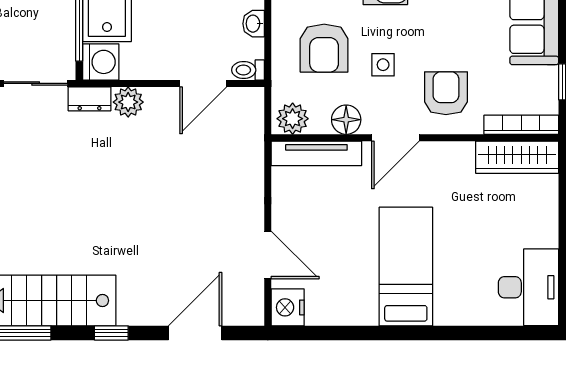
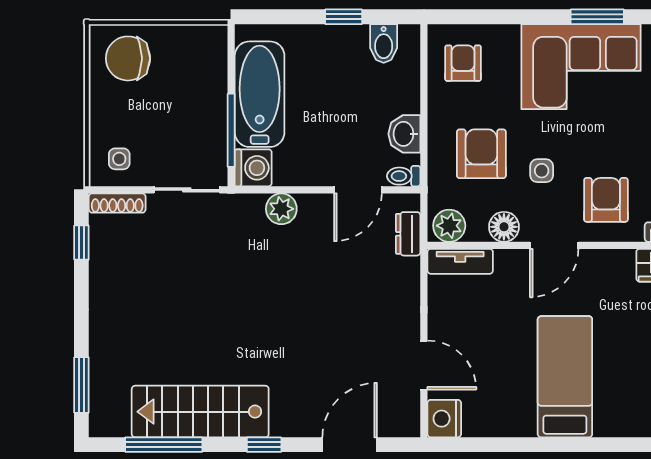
washbasin: (254, 24) -> (404, 134), width x1.38, depth x1.45
armchair: (324, 48) -> (481, 154), turned 180
dresser: (89, 99) -> (408, 234), moved, turned 90
tv unit: (316, 153) -> (460, 261), width x0.71

